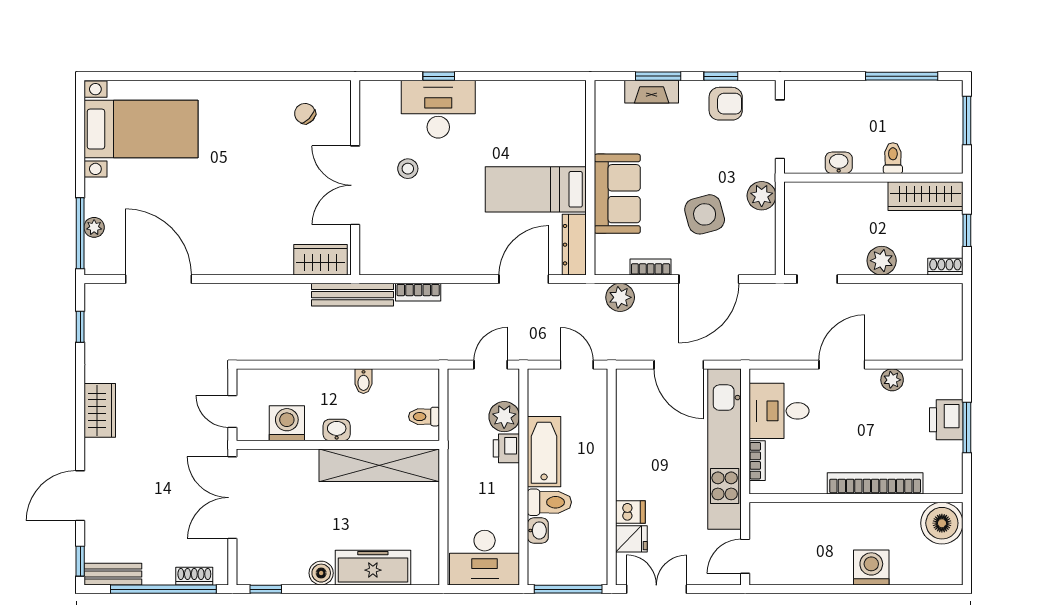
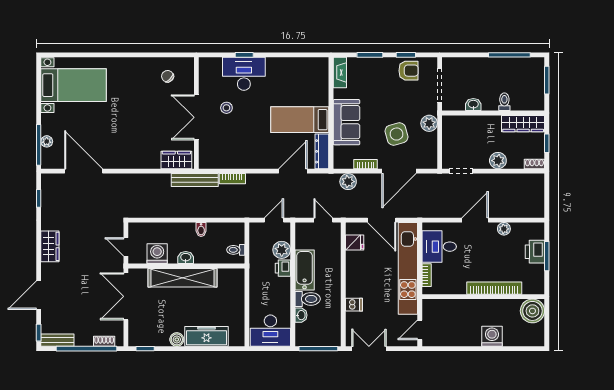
fireplace: (652, 92) -> (340, 72), moved, turned -90
shelving: (379, 465) -> (183, 278), moved
fridge: (631, 539) -> (355, 242), moved

